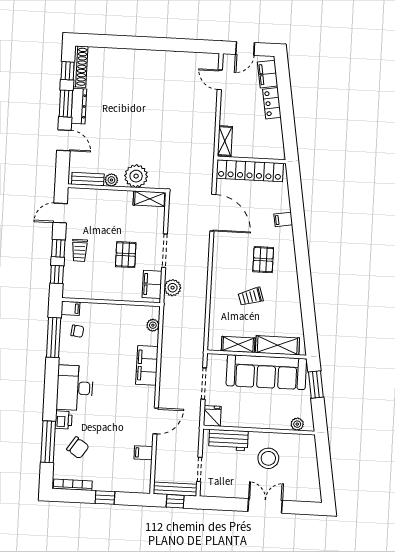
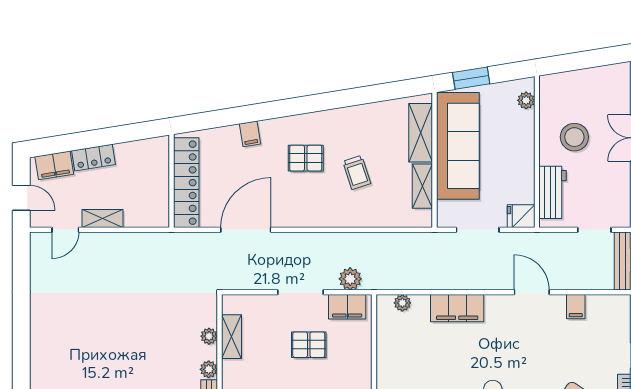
shelving: (225, 141) -> (102, 218), moved
plant: (136, 176) -> (209, 336), width x0.53, depth x0.53
shelving: (150, 199) -> (231, 337), moved

